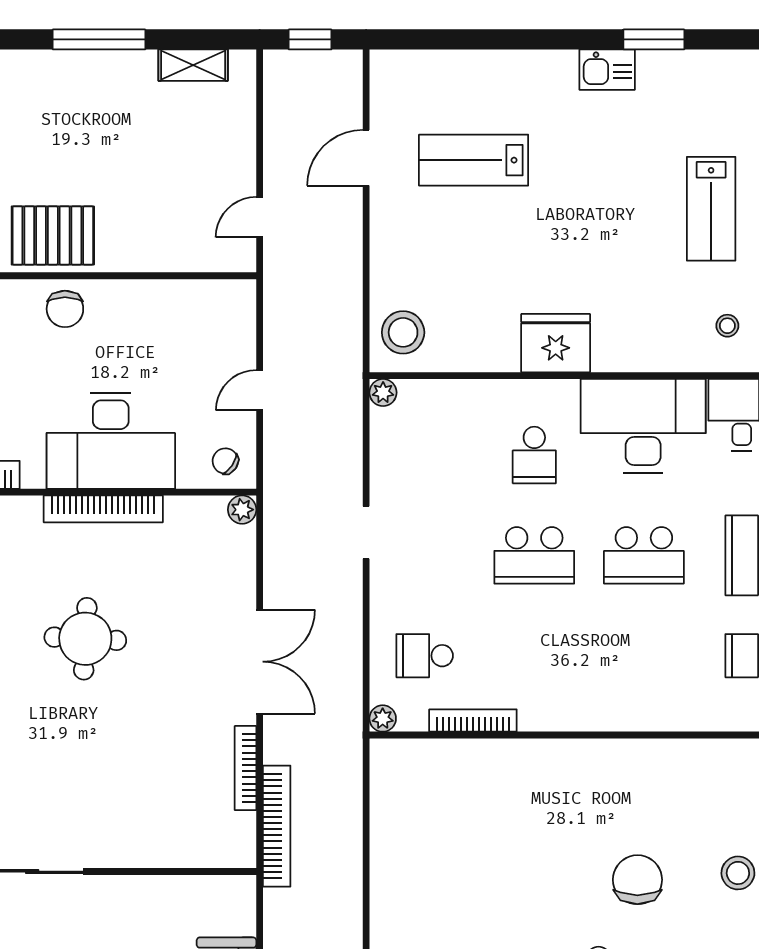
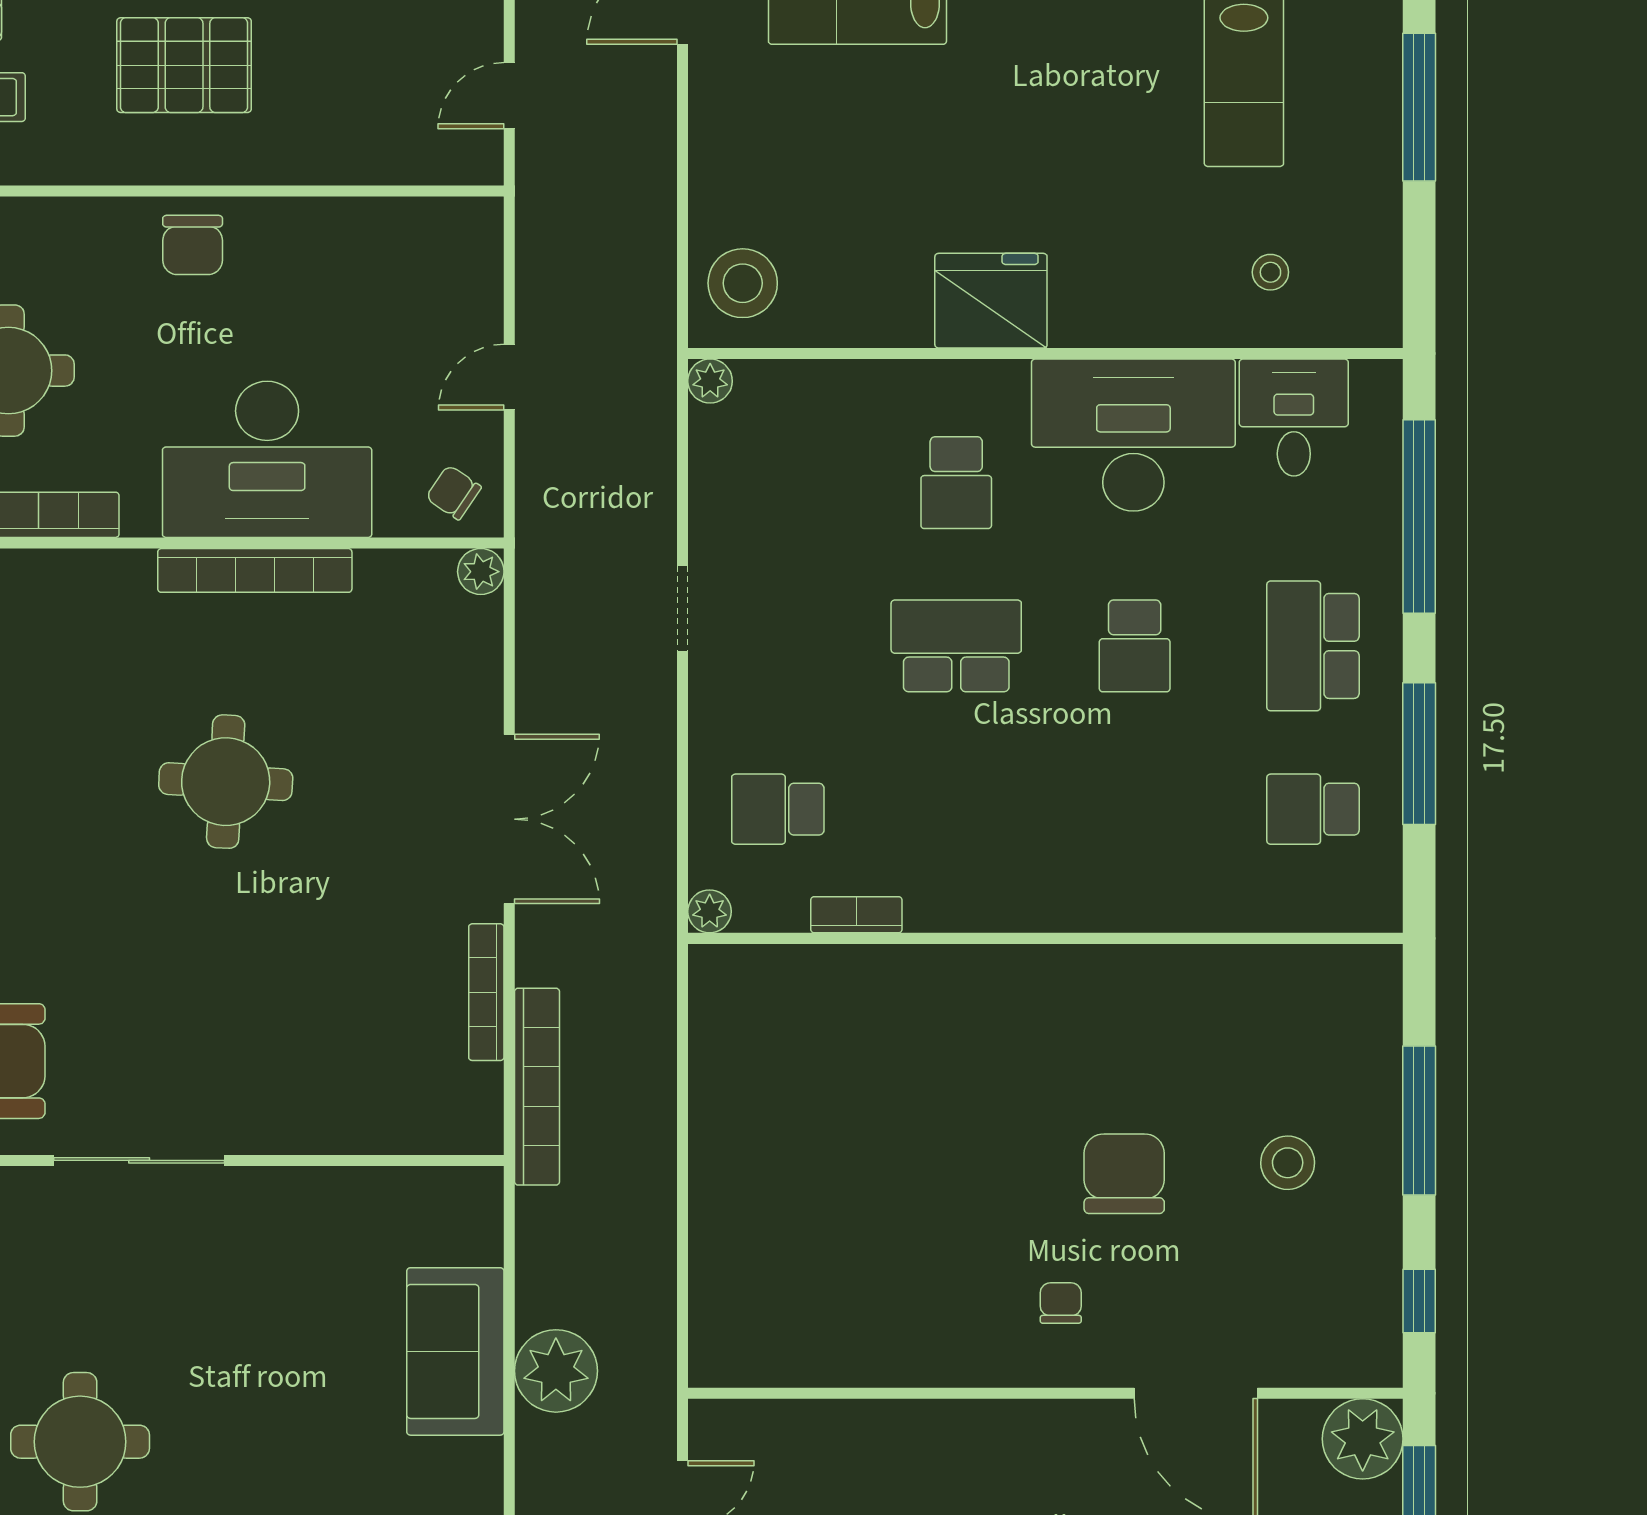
pallet: (53, 235) -> (184, 65), moved
school desk: (534, 555) -> (956, 646), turned 180
school desk: (644, 555) -> (1135, 646), width x0.54
bookcase: (473, 721) -> (856, 915), width x0.64

